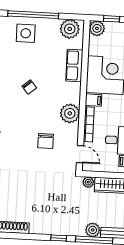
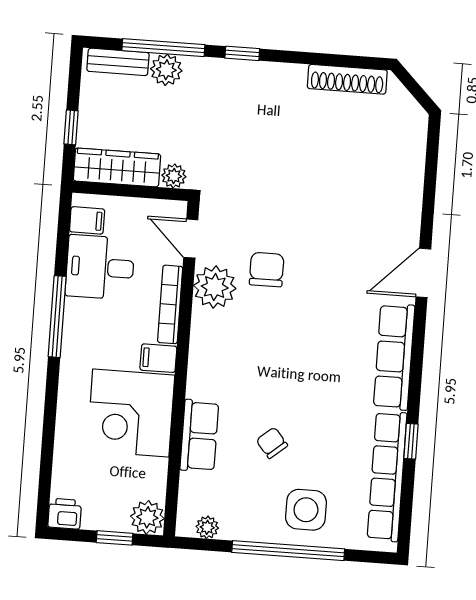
plant: (70, 29) -> (207, 527), width x0.53, depth x0.53
chair: (29, 87) -> (272, 443), moved
plant: (70, 113) -> (215, 287), moved

